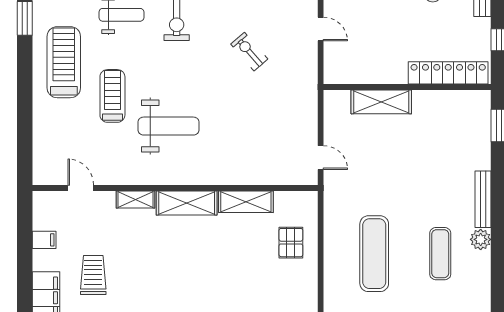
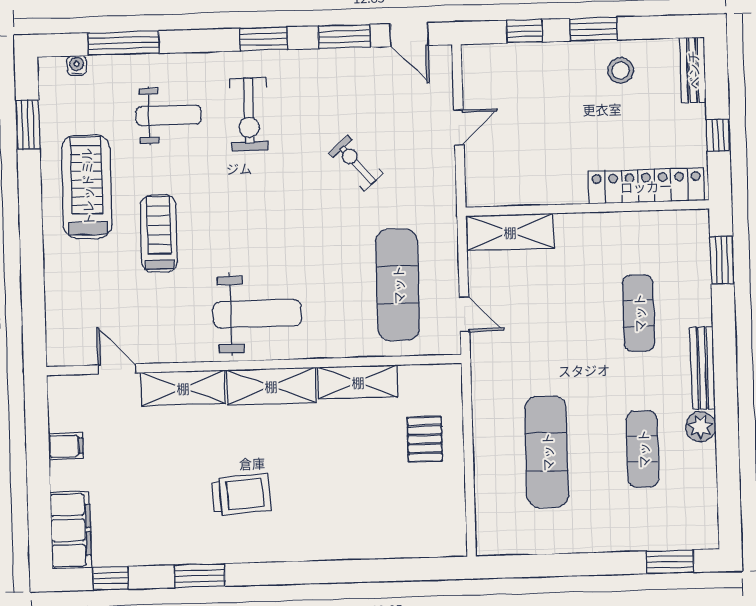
door: (321, 29) -> (459, 127), hinge flipped
shelving: (381, 102) -> (510, 232), moved
weight bench: (169, 126) -> (257, 314), moved
exercise mat: (275, 136) -> (398, 285), added
exercise mat: (440, 160) -> (639, 313), added
shelving: (136, 199) -> (183, 388), width x1.50, depth x1.33
trolley: (93, 275) -> (241, 495), moved, turned 86

